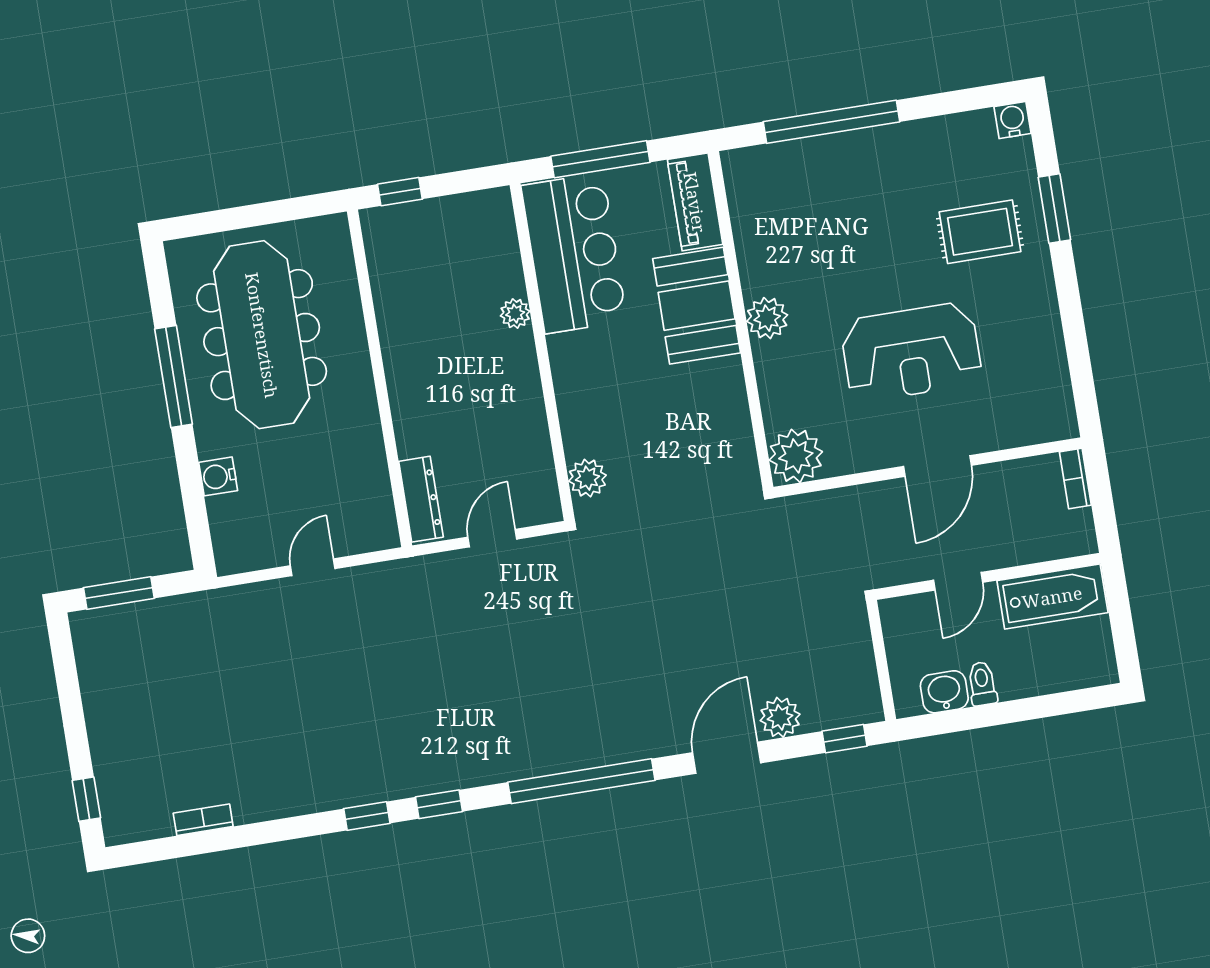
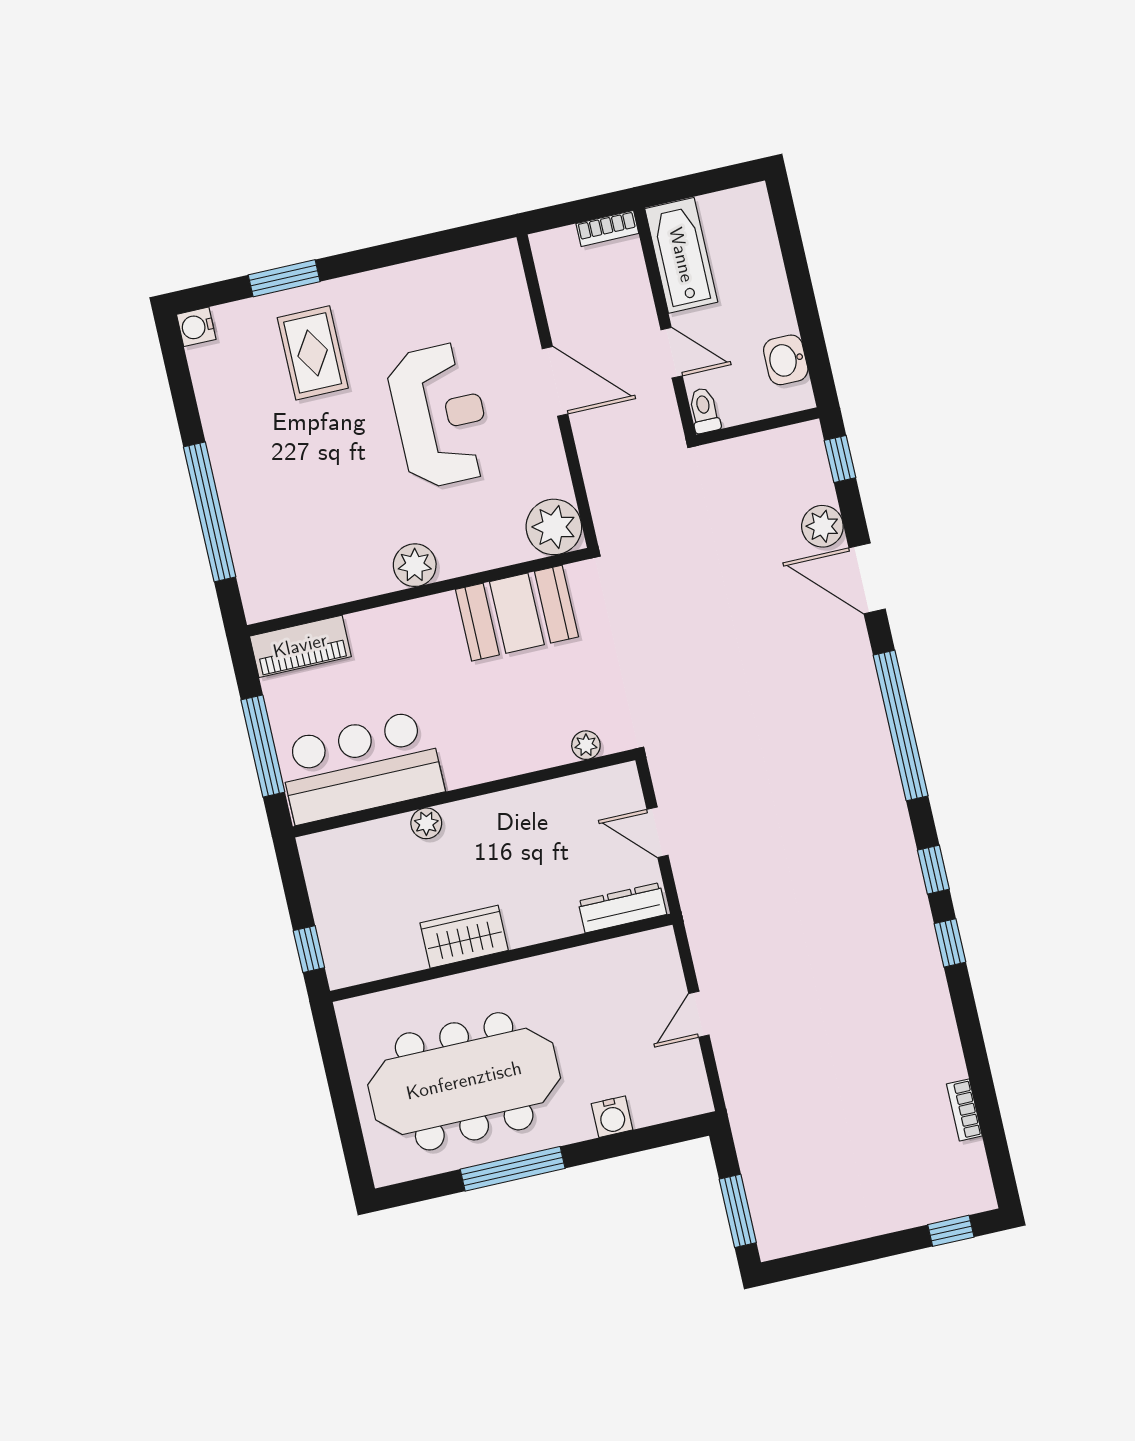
booth: (697, 306) -> (517, 613), moved
wardrobe: (402, 343) -> (464, 937), added
plant: (587, 478) -> (586, 745), width x0.73, depth x0.73
bookcase: (1075, 478) -> (607, 228), moved
door: (313, 567) -> (699, 1014), hinge flipped
toilet: (982, 684) -> (704, 410), moved, turned 90

